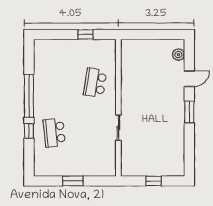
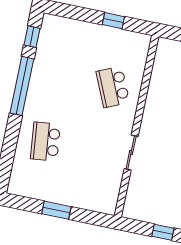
school desk: (95, 83) -> (113, 87), turned -33
window: (29, 131) -> (32, 37), moved

